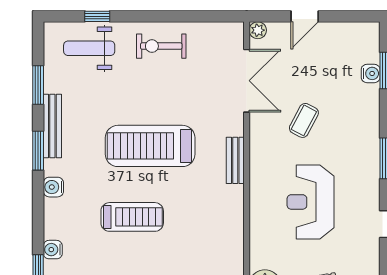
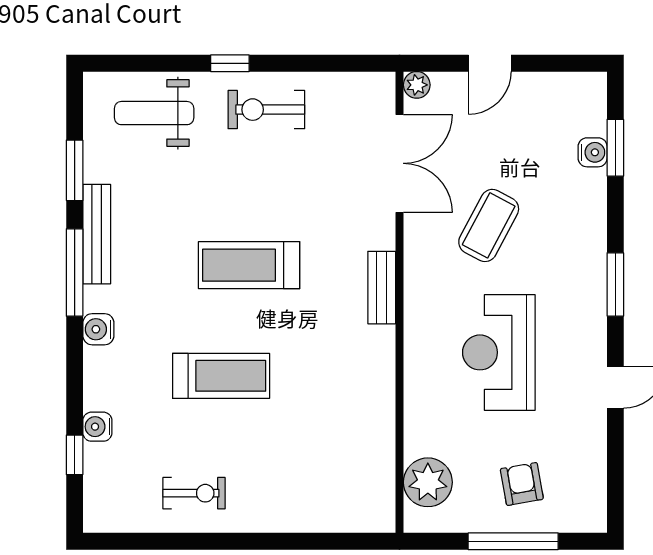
window: (97, 16) -> (230, 63), moved
coffee table: (304, 120) -> (489, 225), width x1.36, depth x1.30
treadmill: (150, 146) -> (249, 265), width x0.73, depth x0.73
window: (38, 151) -> (75, 272), width x1.44

